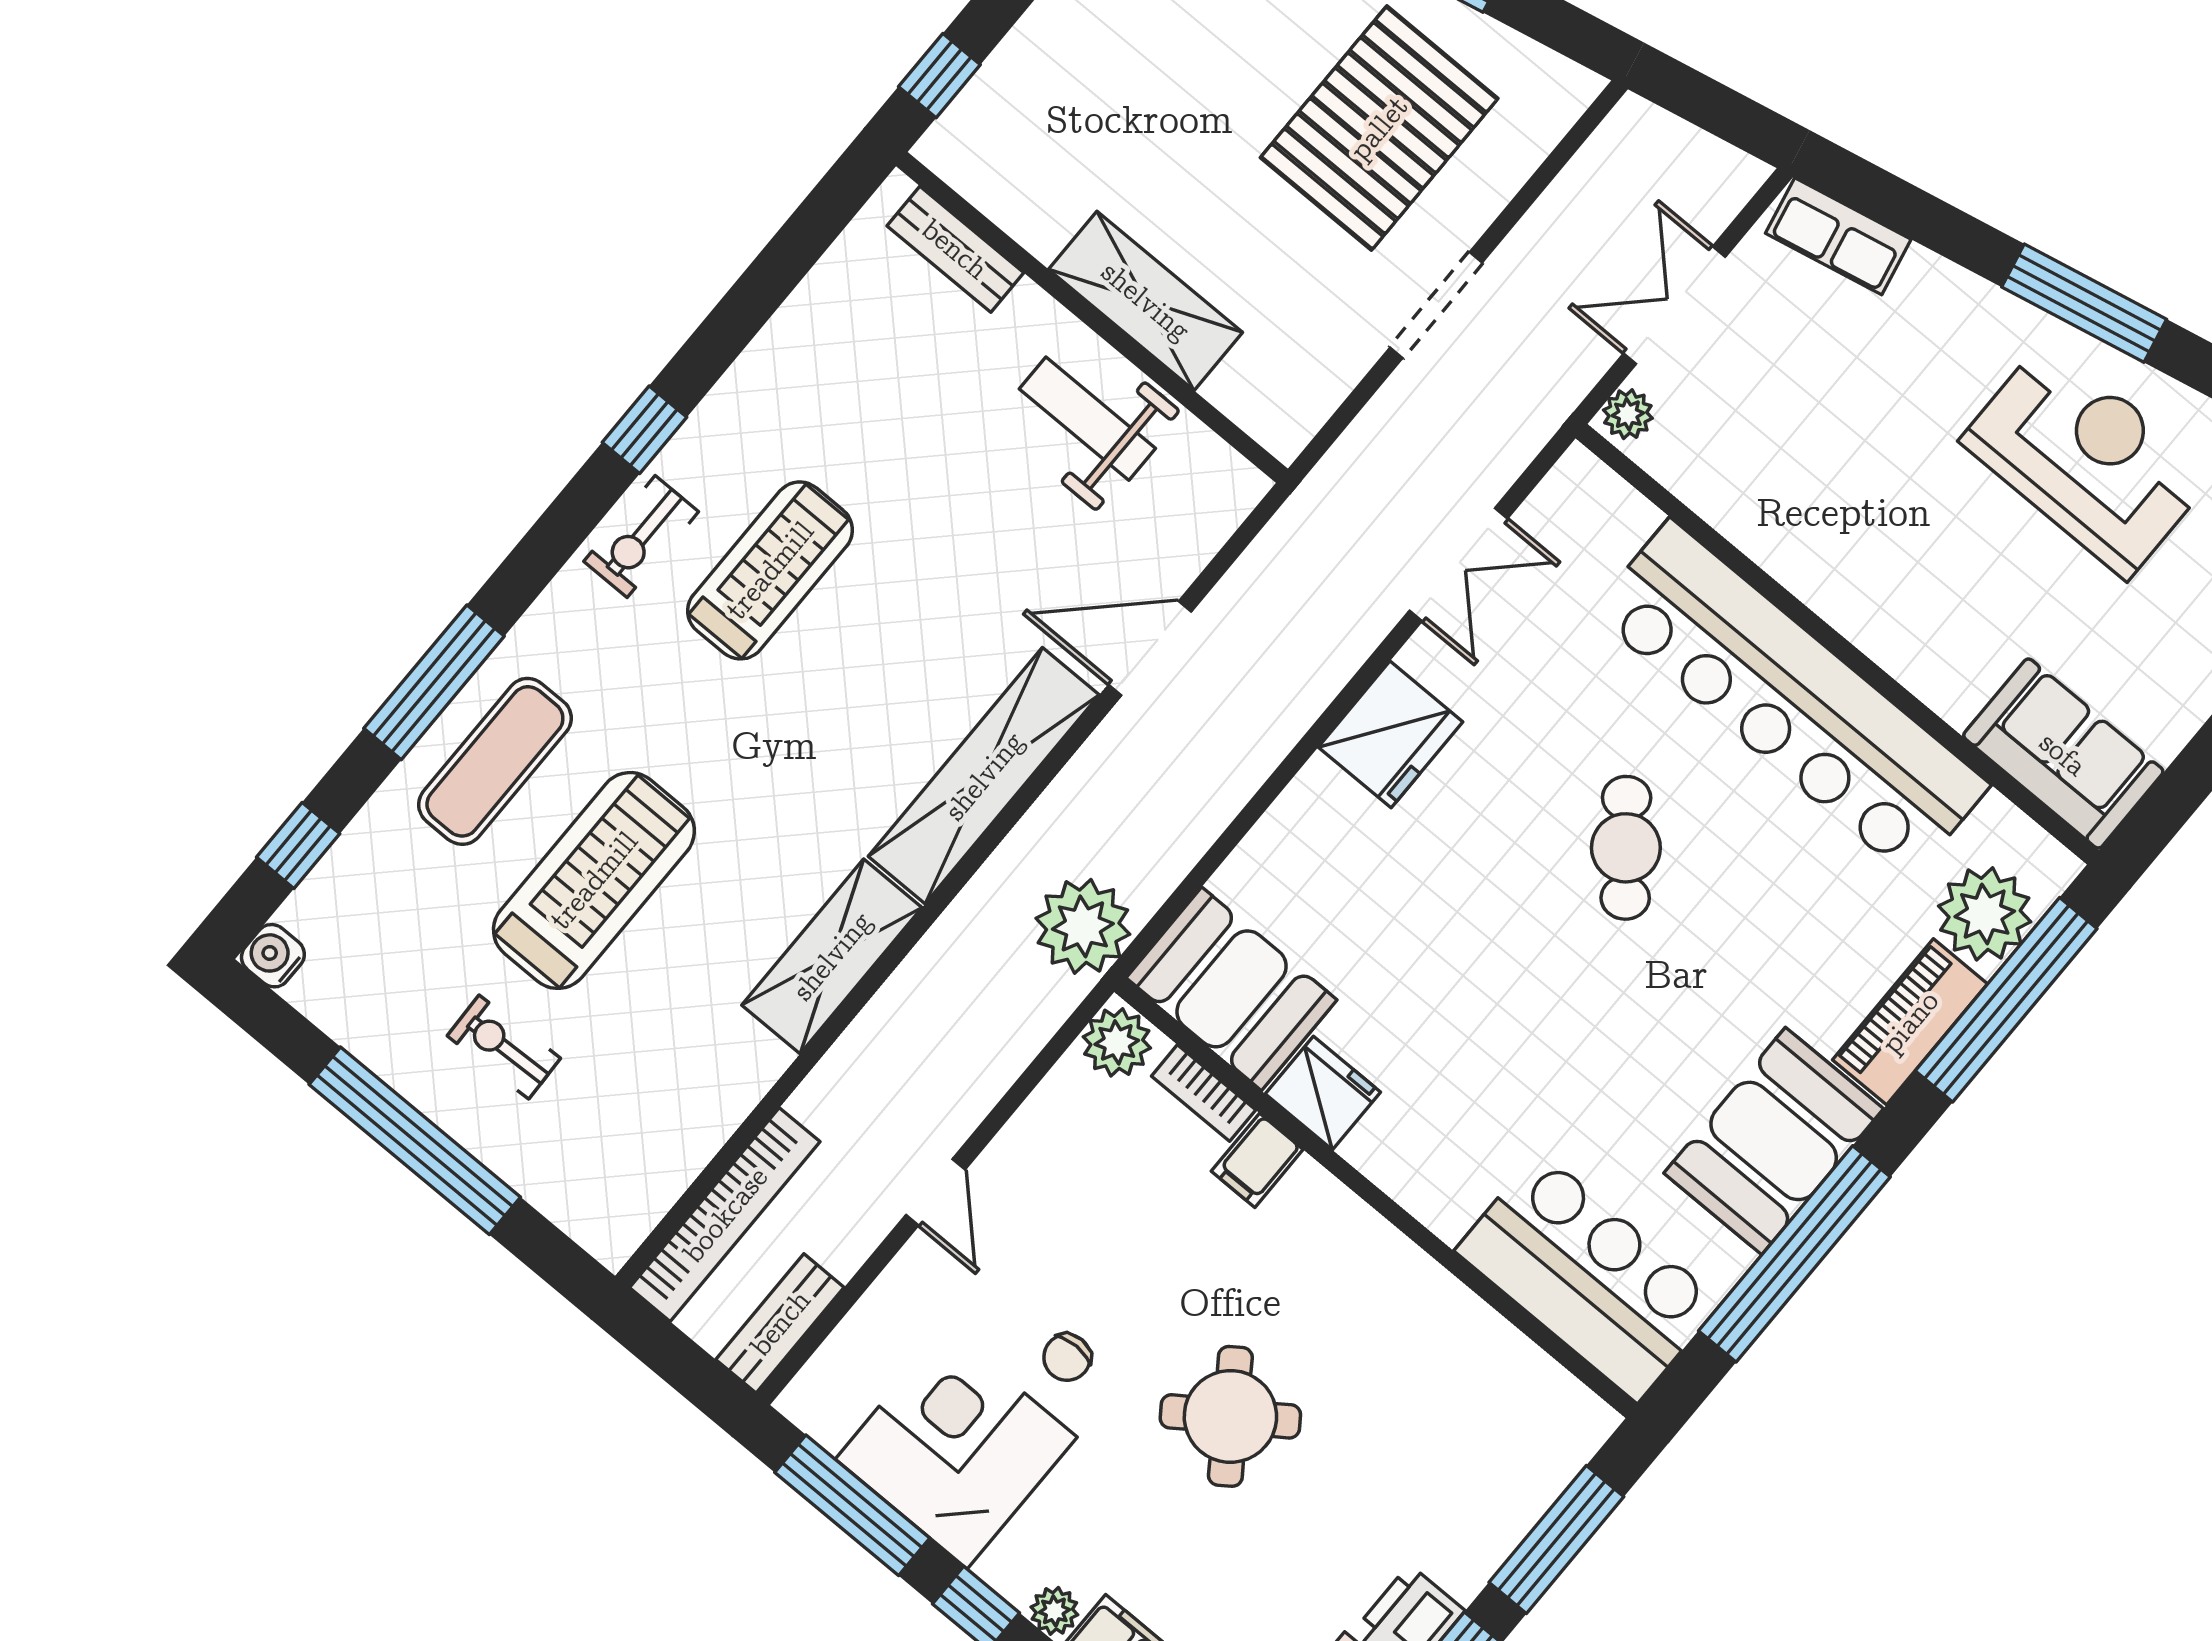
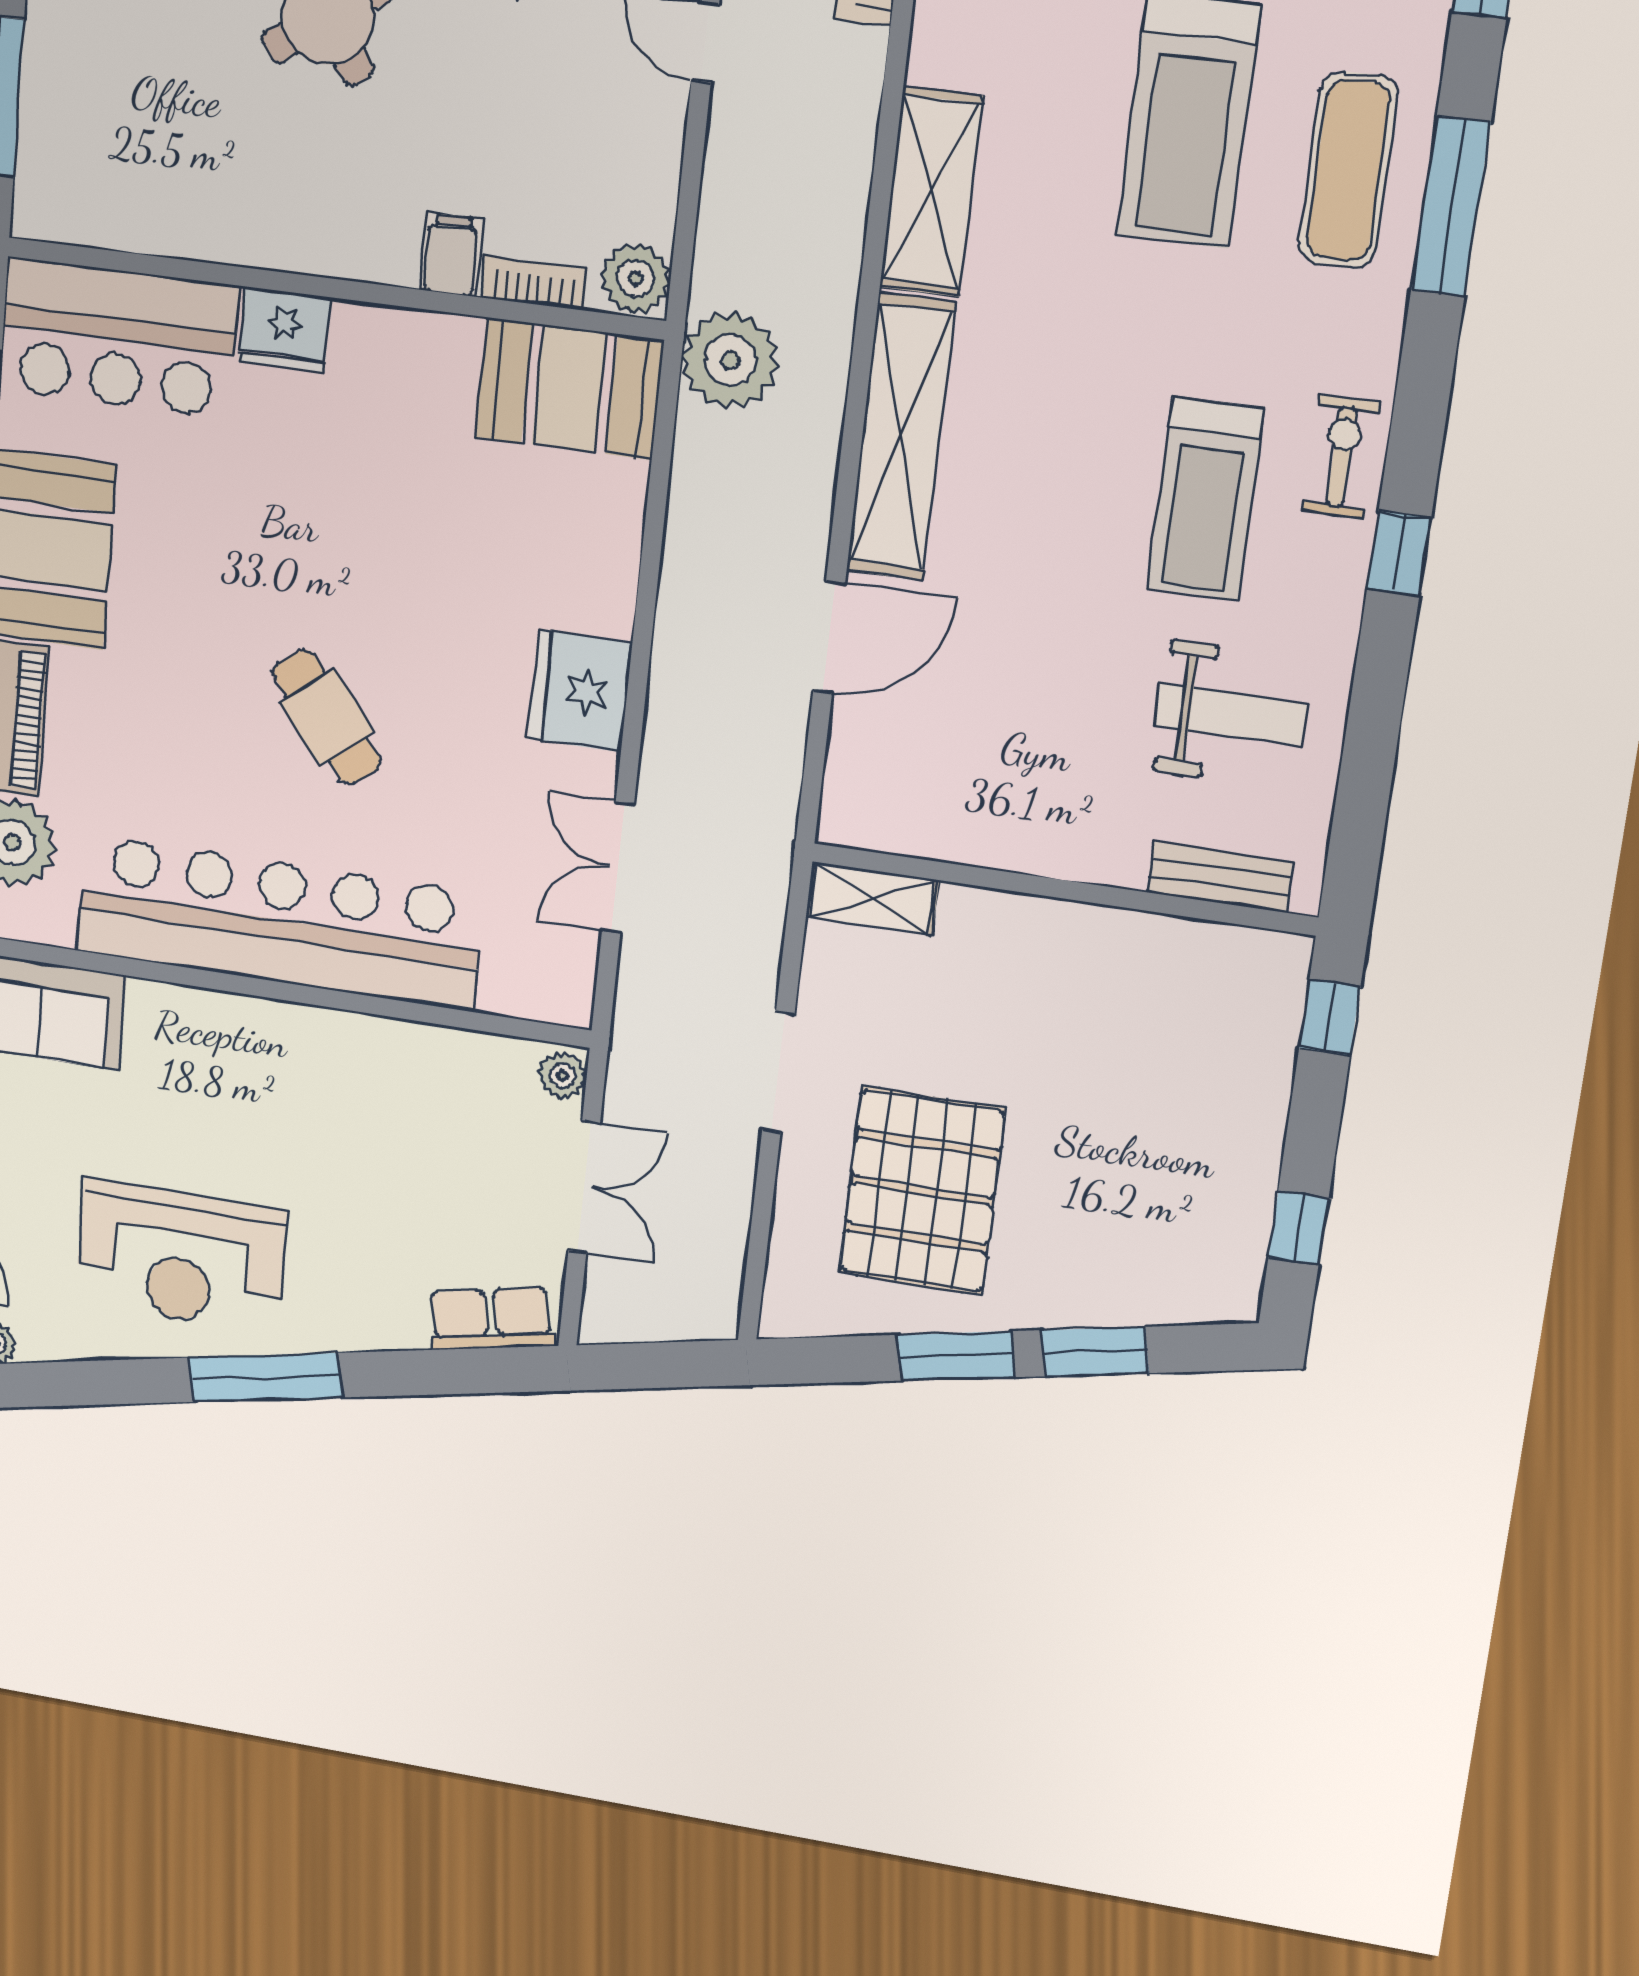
shelving: (1146, 301) -> (872, 898), moved, width x0.67, depth x0.75
weight bench: (1087, 419) -> (1231, 715), moved
fridge: (1323, 1093) -> (284, 330), moved

